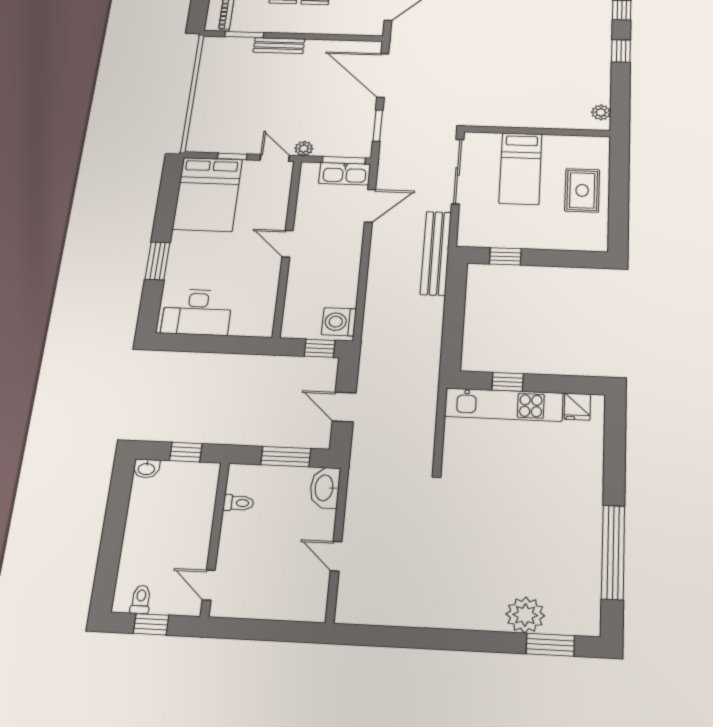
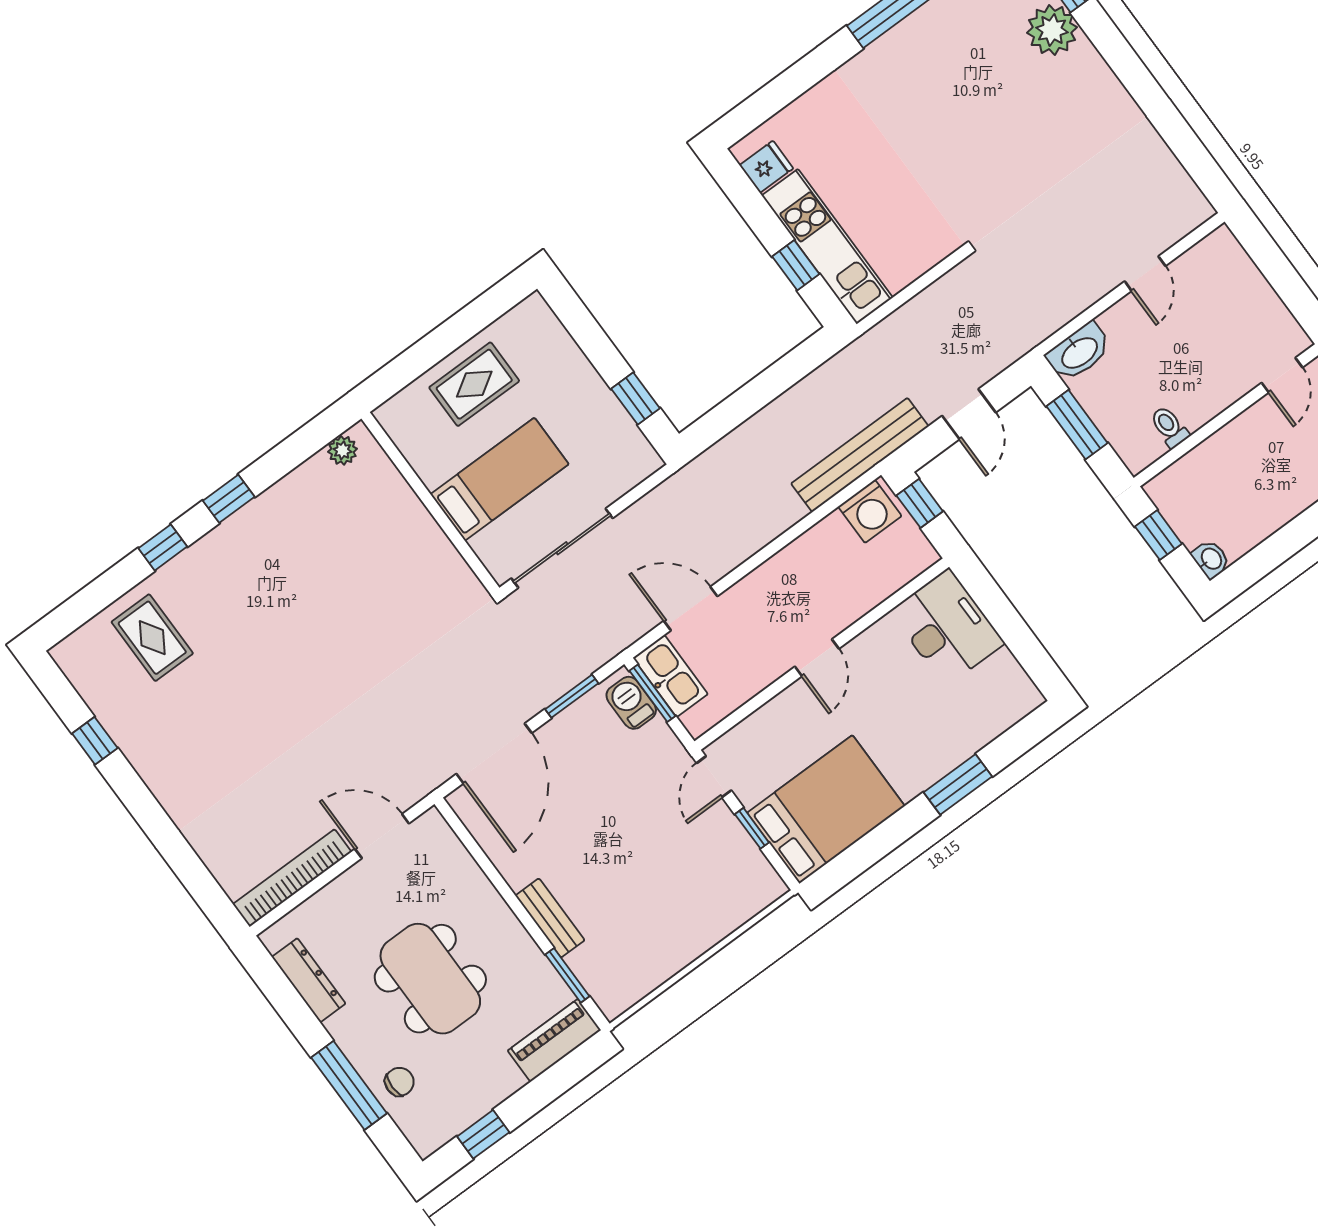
barbecue: (348, 148) -> (631, 703), added
plant: (304, 149) -> (674, 755), removed
bench: (436, 253) -> (860, 455), moved
desk: (197, 312) -> (947, 627), moved

